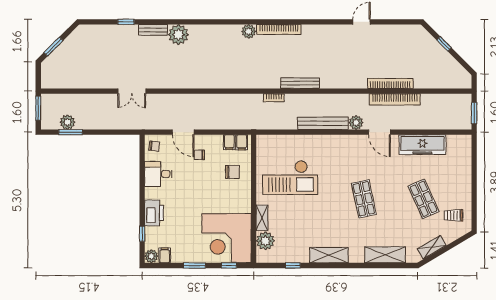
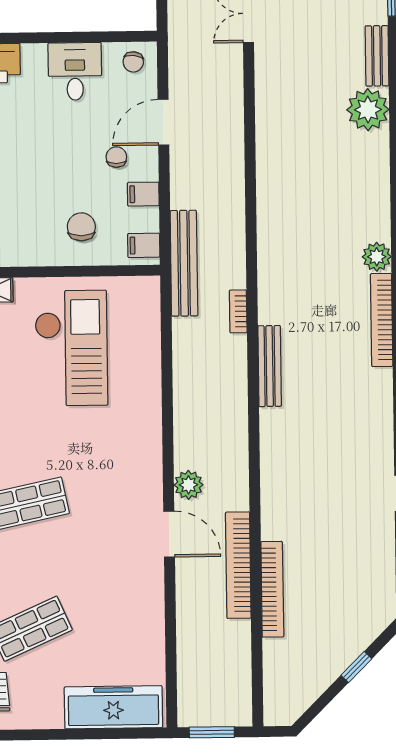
bookcase: (390, 83) -> (272, 589), moved
bench: (323, 123) -> (184, 263), moved
door: (379, 132) -> (169, 534), swing flipped
filing cabinet: (229, 142) -> (143, 194), moved
freezer: (422, 145) -> (113, 707), moved, turned 90
chair: (232, 172) -> (81, 227), turned 180
checkout: (290, 178) -> (71, 348), turned 180

